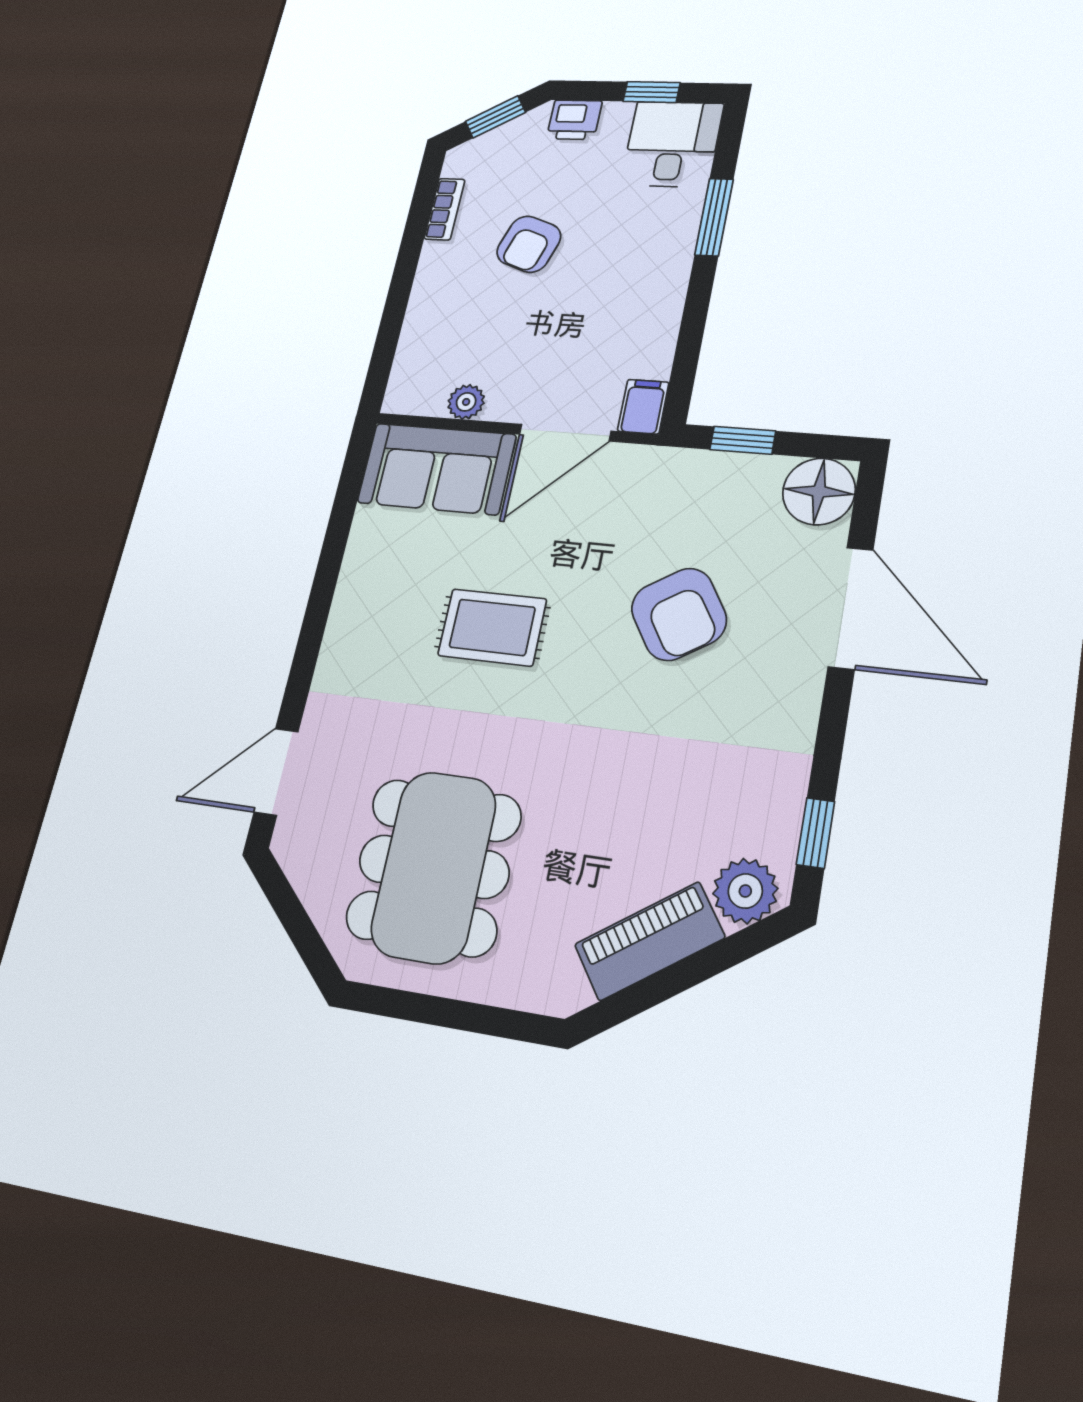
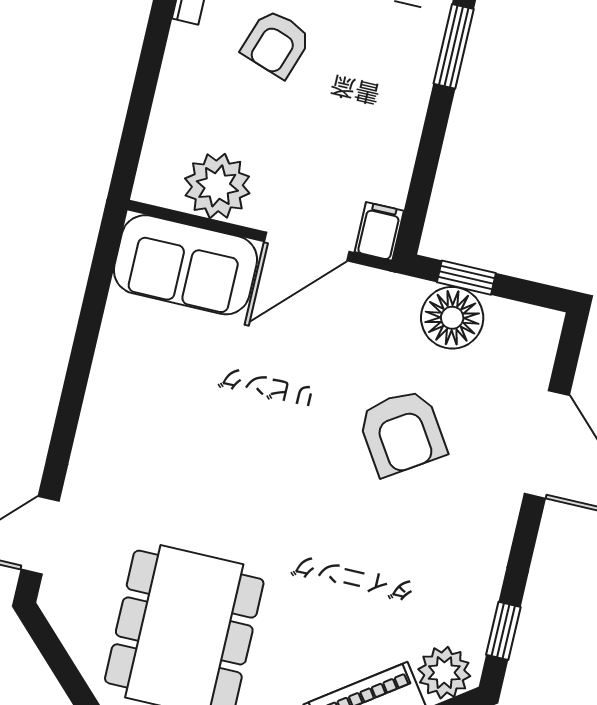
plant: (466, 402) -> (217, 186), width x1.88, depth x1.88
floor lamp: (819, 491) -> (452, 318), moved
rug: (492, 627) -> (237, 425), removed

